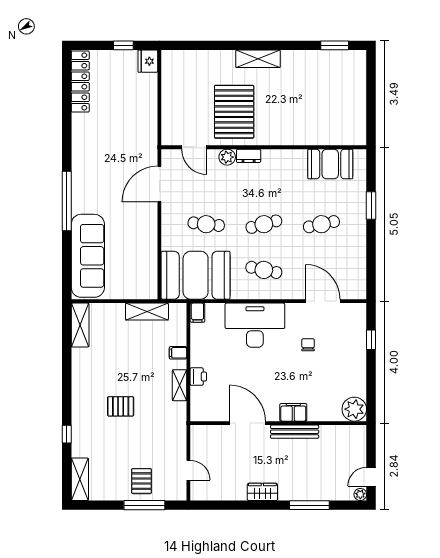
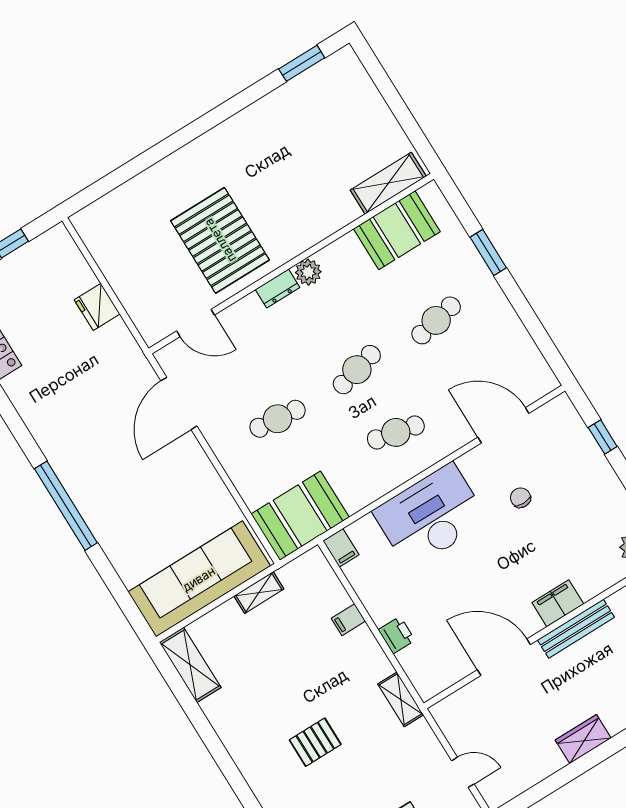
shelving: (258, 59) -> (388, 183), moved
fridge: (148, 61) -> (97, 307), moved
plant: (227, 157) -> (308, 272), moved
sofa: (88, 256) -> (199, 579), moved, turned -90
booth: (196, 275) -> (300, 516), width x0.73, depth x0.70
shelving: (147, 312) -> (259, 593), width x0.67, depth x0.75
shelving: (179, 385) -> (401, 699), moved

